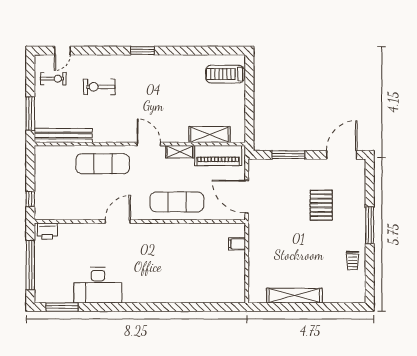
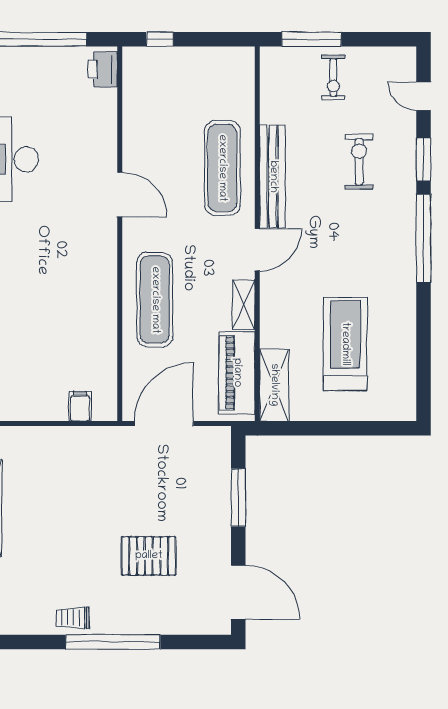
window: (98, 51) -> (423, 159), added
window: (142, 51) -> (423, 238), width x2.11
treadmill: (225, 74) -> (345, 344), moved, width x1.37, depth x1.38
exercise bike: (53, 79) -> (333, 78), moved
shelving: (210, 135) -> (274, 385), moved
bench: (63, 136) -> (273, 177), moved
window: (370, 225) -> (113, 642), width x1.46
trolley: (353, 260) -> (73, 618), moved

